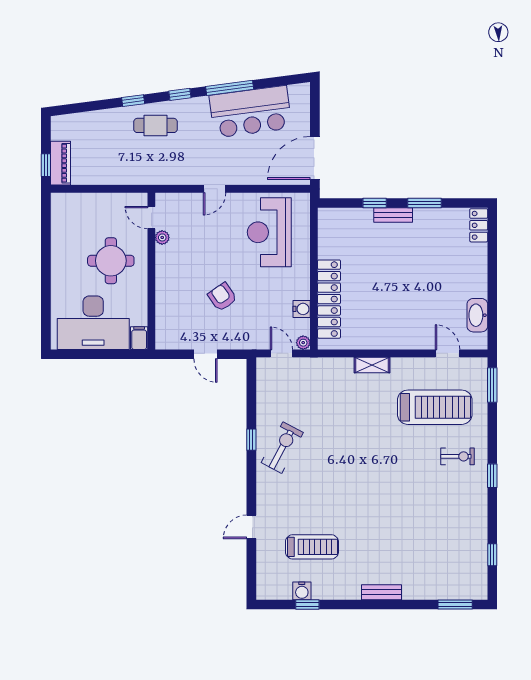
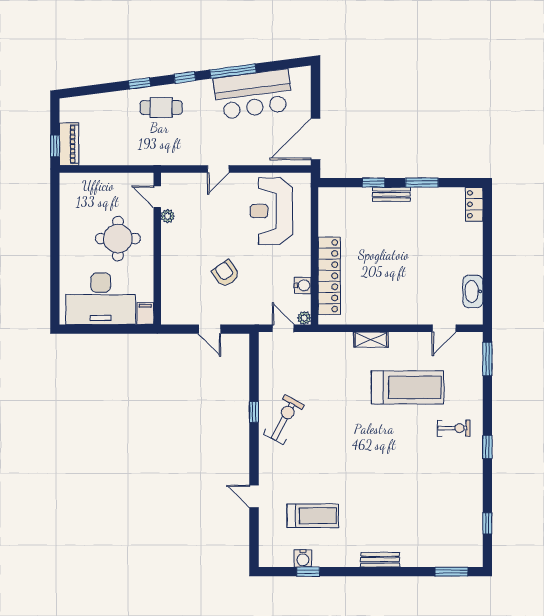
door: (447, 353) -> (444, 328), swing flipped
treadmill: (435, 407) -> (408, 387), moved
door: (251, 527) -> (254, 496), hinge flipped

